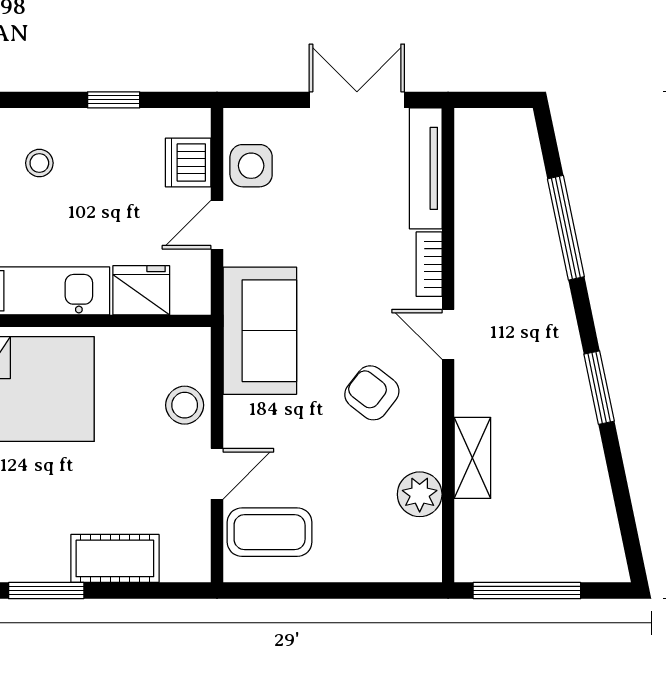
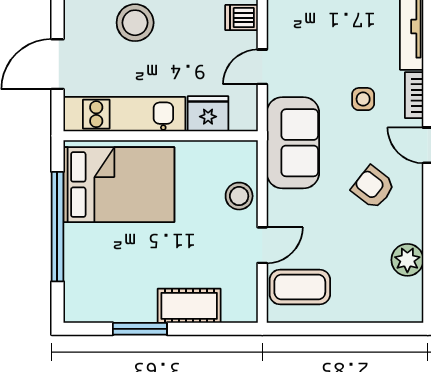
dishwasher: (188, 162) -> (242, 18), width x0.73
stool: (39, 163) -> (135, 23), width x1.89, depth x1.89
side table: (251, 166) -> (363, 99), moved, width x0.73, depth x0.73

